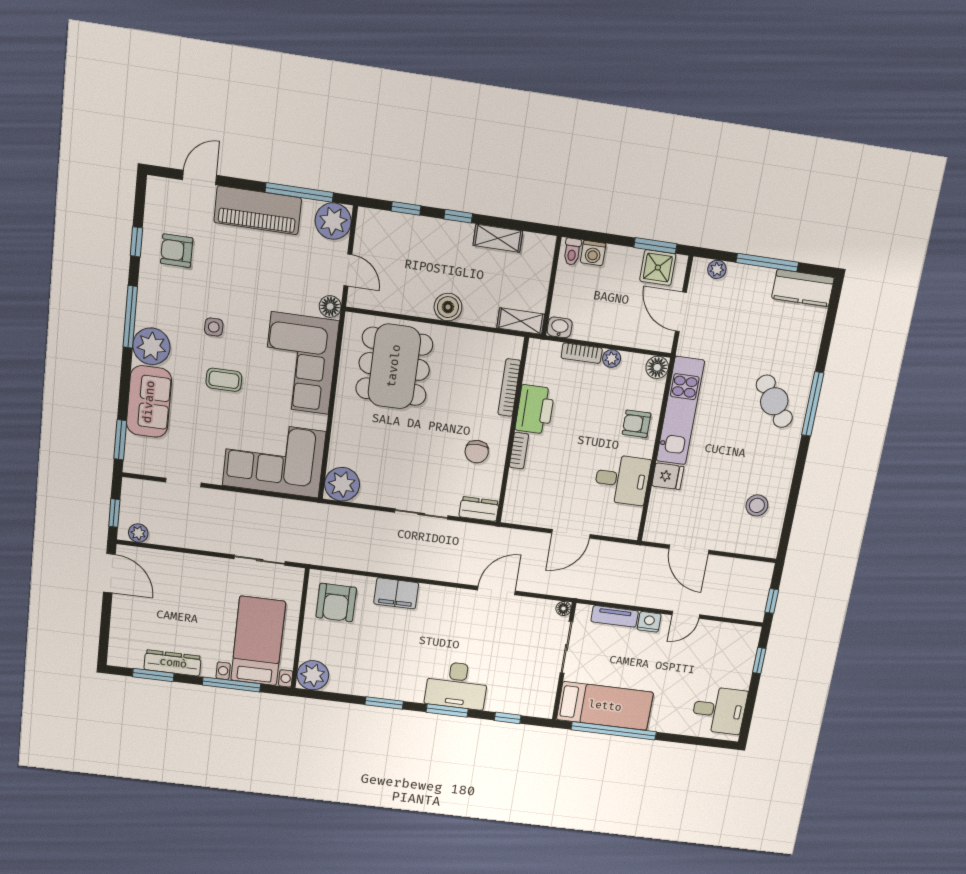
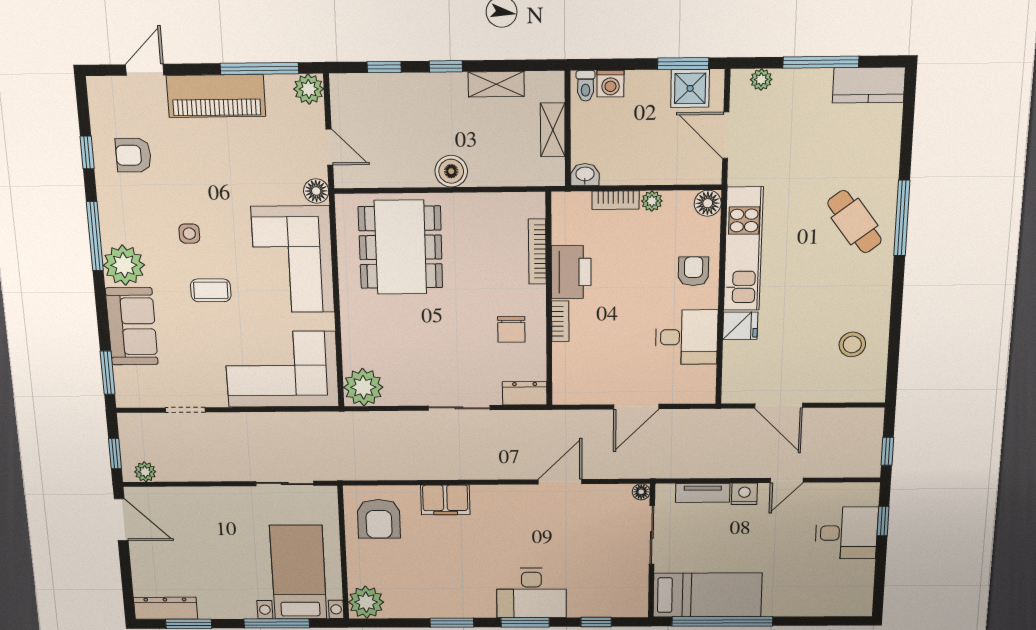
plant: (333, 221) -> (309, 89), width x0.73, depth x0.73
shelving: (521, 321) -> (553, 130), moved, turned 90
armchair: (637, 424) -> (693, 271), turned 90
dresser: (173, 663) -> (166, 608), moved
desk: (719, 710) -> (846, 533), moved

